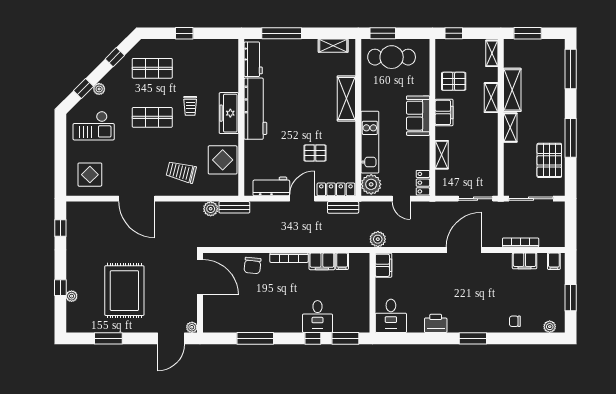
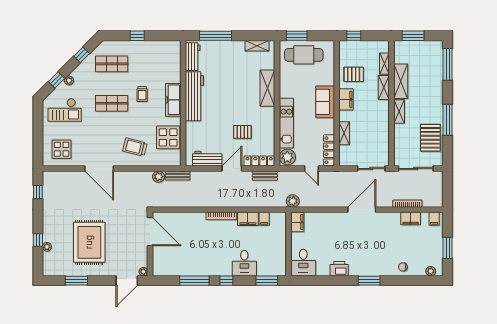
shelving: (492, 53) -> (384, 64), moved
locker: (423, 183) -> (329, 150), width x1.53
chair: (252, 266) -> (192, 222), removed
window: (313, 338) -> (226, 281), moved

